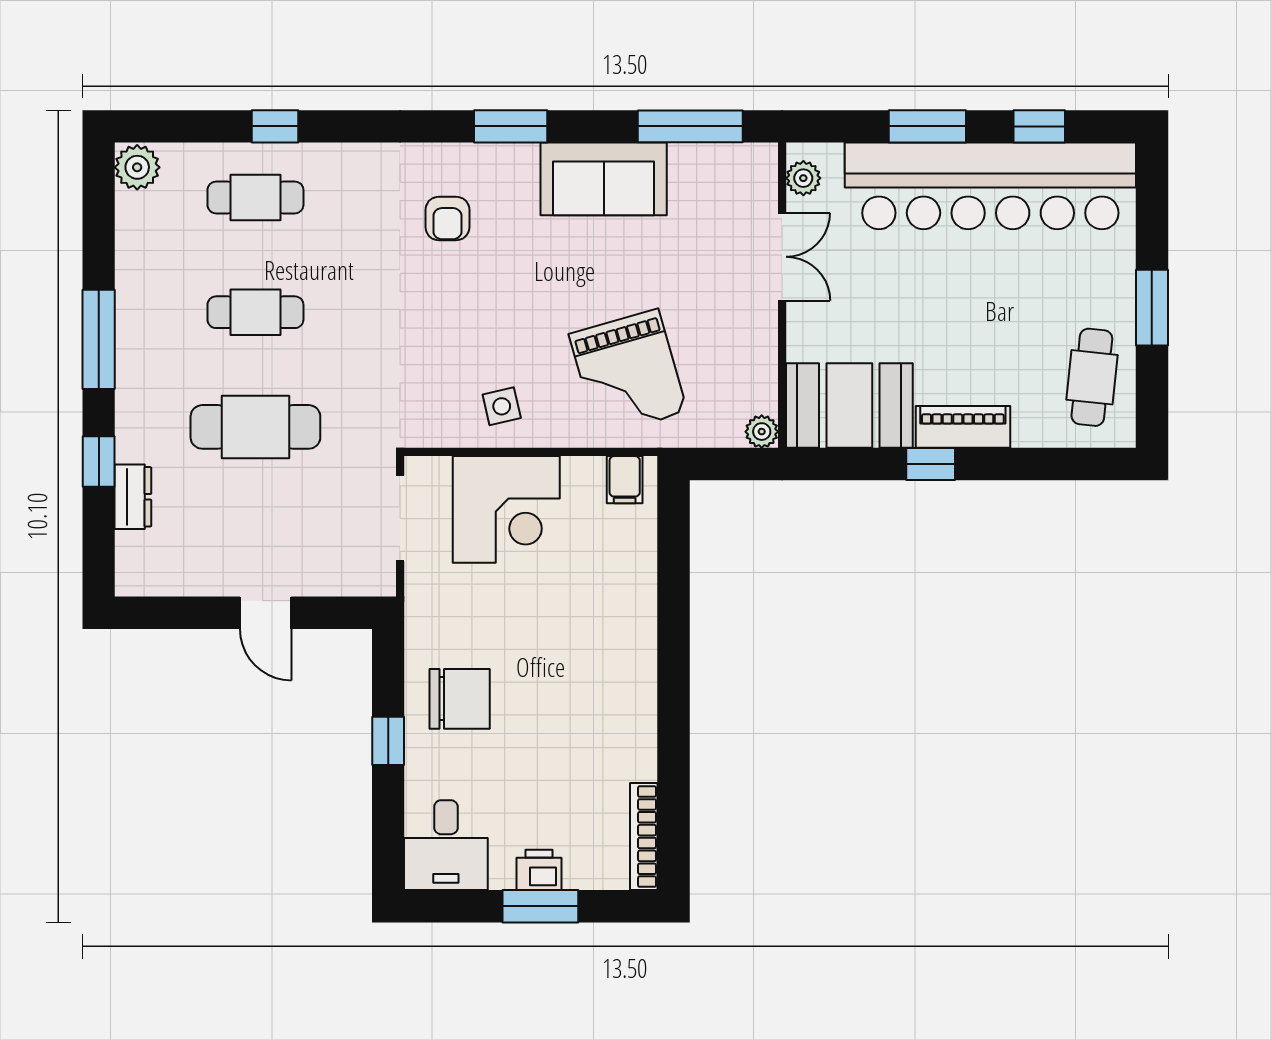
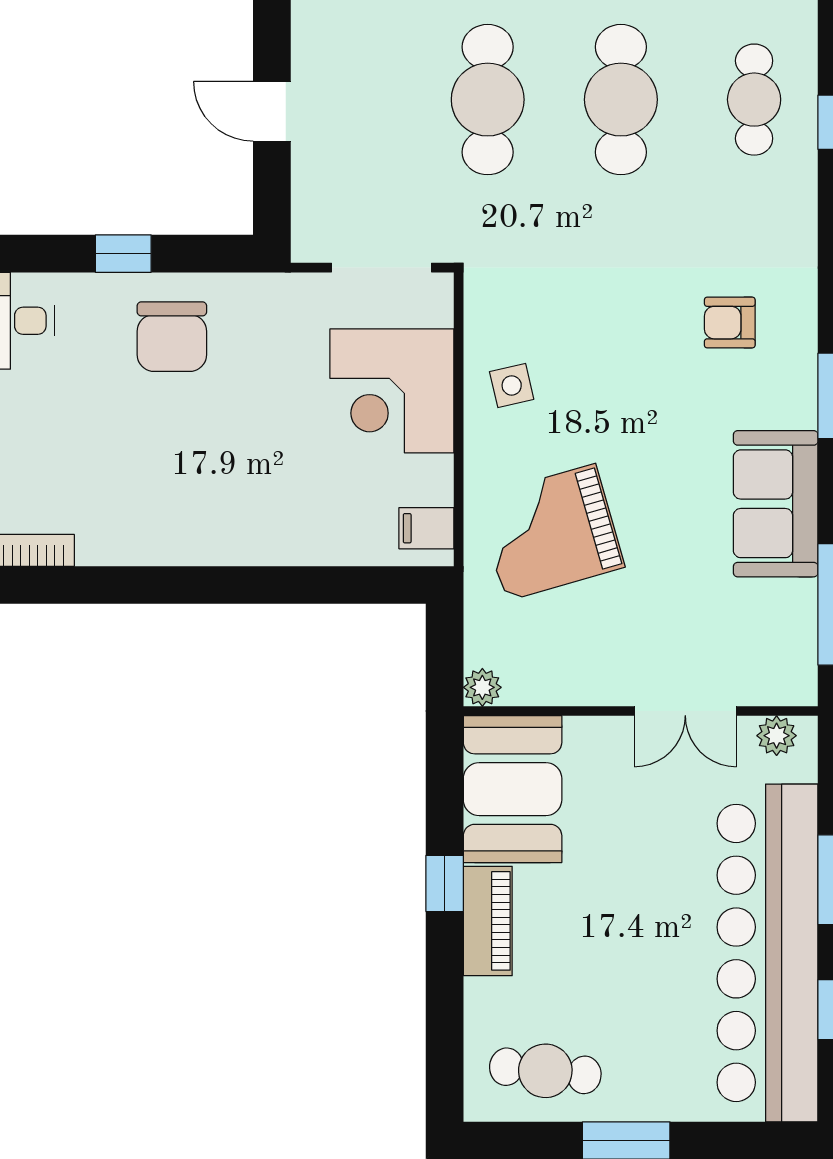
cafe table: (255, 312) -> (621, 100), width x1.37, depth x1.35
door: (266, 613) -> (272, 111), hinge flipped

